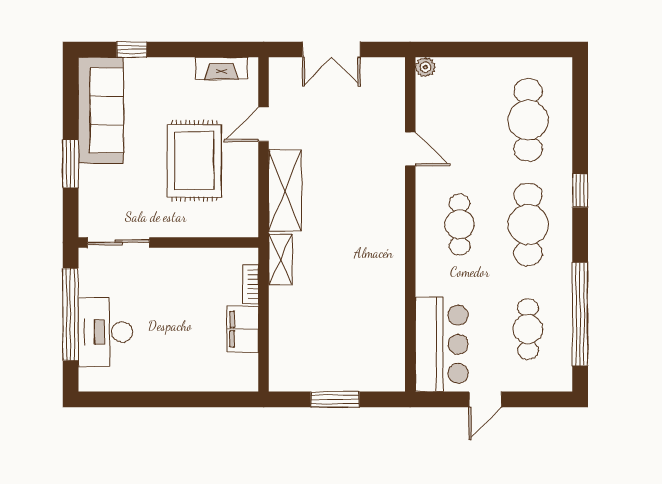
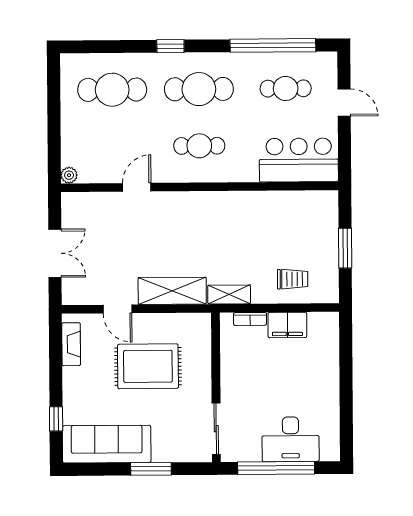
trolley: (298, 336) -> (293, 279), added
door: (485, 399) -> (344, 102), moved

